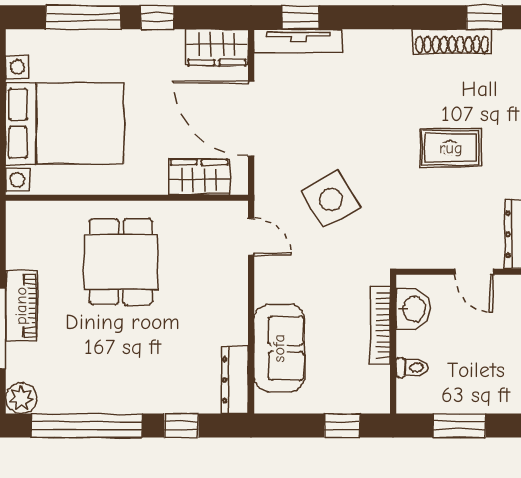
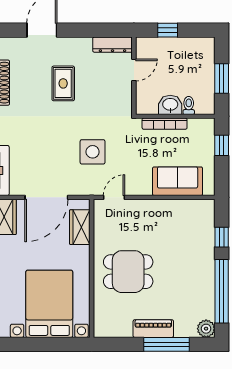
side table: (331, 199) -> (93, 152), turned 30
washbasin: (413, 309) -> (170, 105), moved
dresser: (235, 380) -> (196, 207), removed

